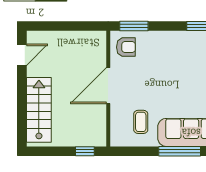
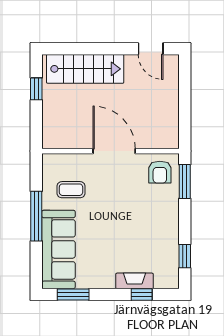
window: (85, 151) -> (36, 89), moved
window: (180, 151) -> (36, 216), moved

